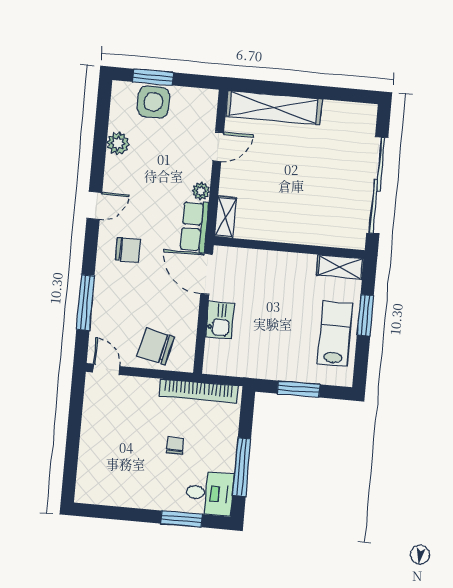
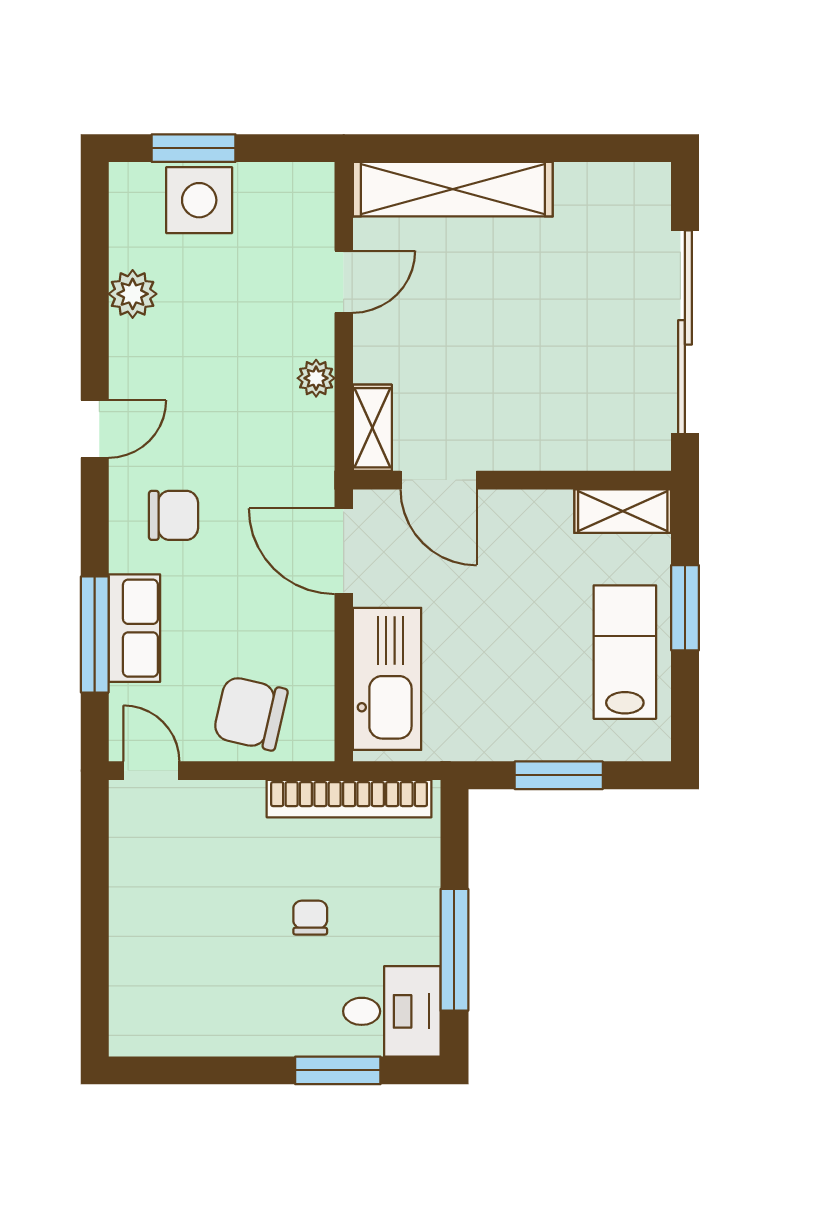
row of seats: (194, 227) -> (134, 628), moved, turned 180
door: (254, 244) -> (439, 480), added
kitchen sink: (220, 320) -> (387, 679), width x1.87, depth x1.24

